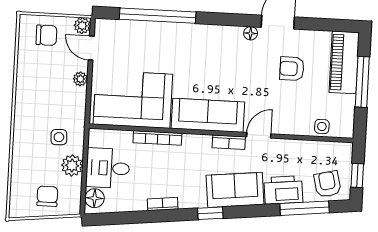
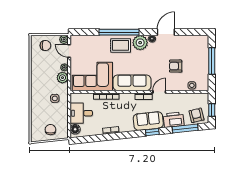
window: (158, 16) -> (119, 32), moved
plant: (228, 40) -> (140, 43), added
rug: (190, 43) -> (121, 45), added
piano: (344, 62) -> (202, 51), removed
armchair: (292, 69) -> (176, 66), moved
plant: (72, 166) -> (62, 78), moved
window: (210, 213) -> (152, 132), moved

